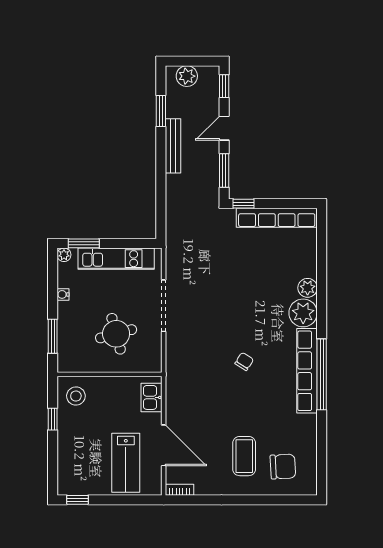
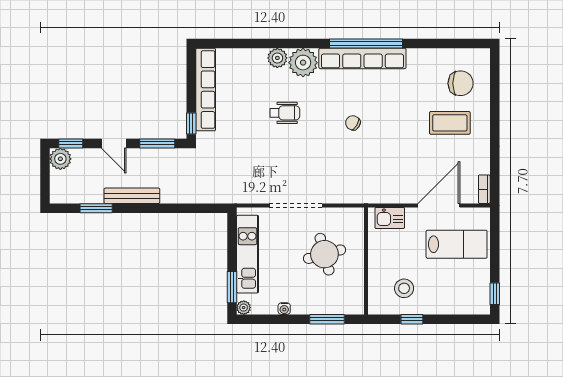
plant: (187, 76) -> (60, 159), moved
wheelchair: (254, 295) -> (285, 113), added
stool: (76, 396) -> (404, 288), moved
chair: (283, 467) -> (461, 83), turned 93

